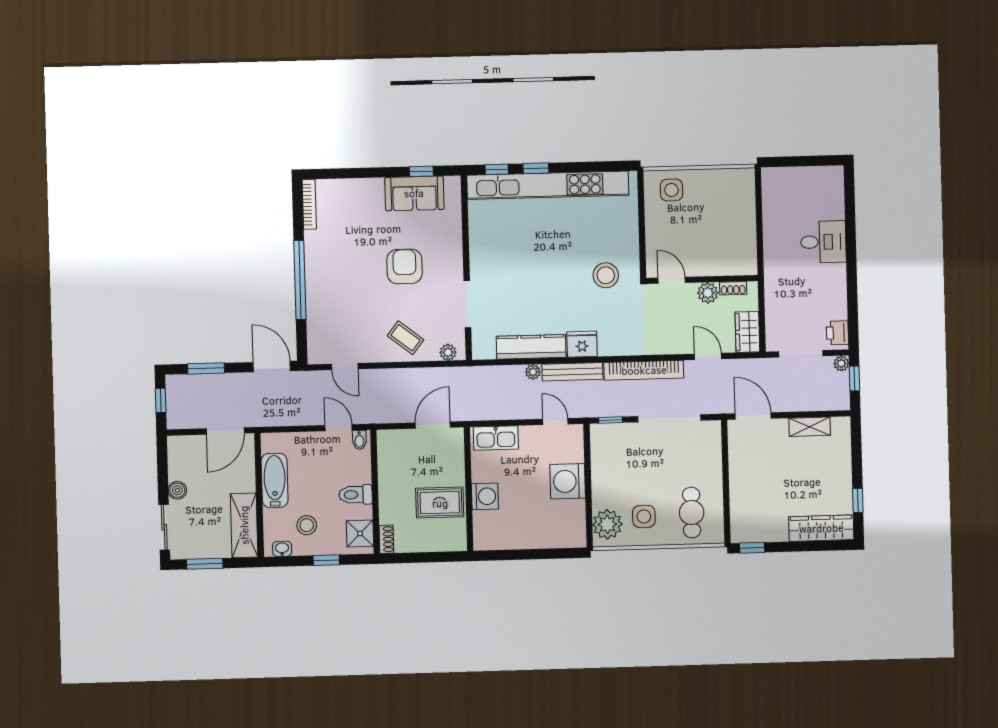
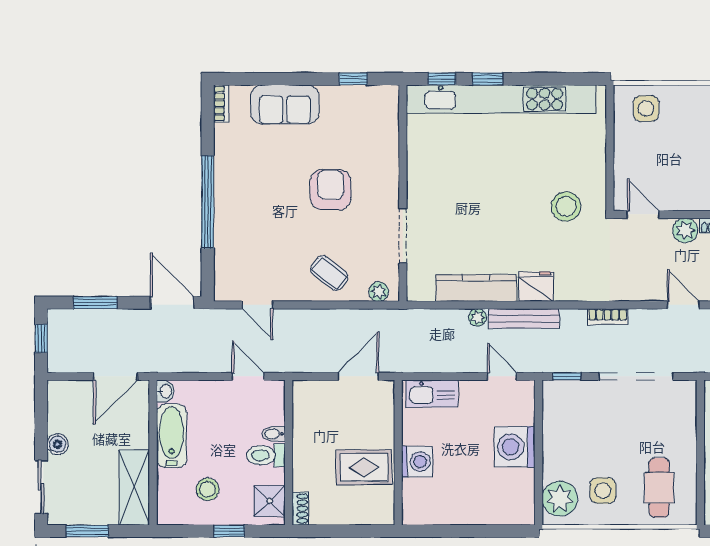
sofa: (414, 193) -> (285, 104), moved
bookcase: (309, 204) -> (221, 103), width x0.64
bookcase: (644, 370) -> (608, 317), width x0.43, depth x0.76
bidet: (359, 440) -> (274, 434), moved, turned 90
washbasin: (282, 549) -> (165, 391), moved, turned 90

